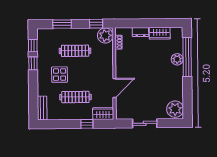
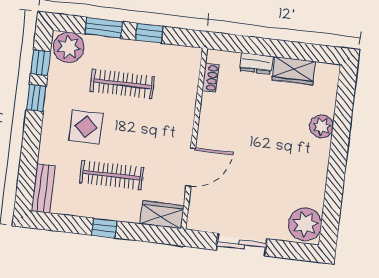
window: (96, 24) -> (149, 33), moved
plant: (105, 35) -> (69, 47), moved
window: (187, 57) -> (342, 124), removed
window: (87, 124) -> (104, 228), moved

